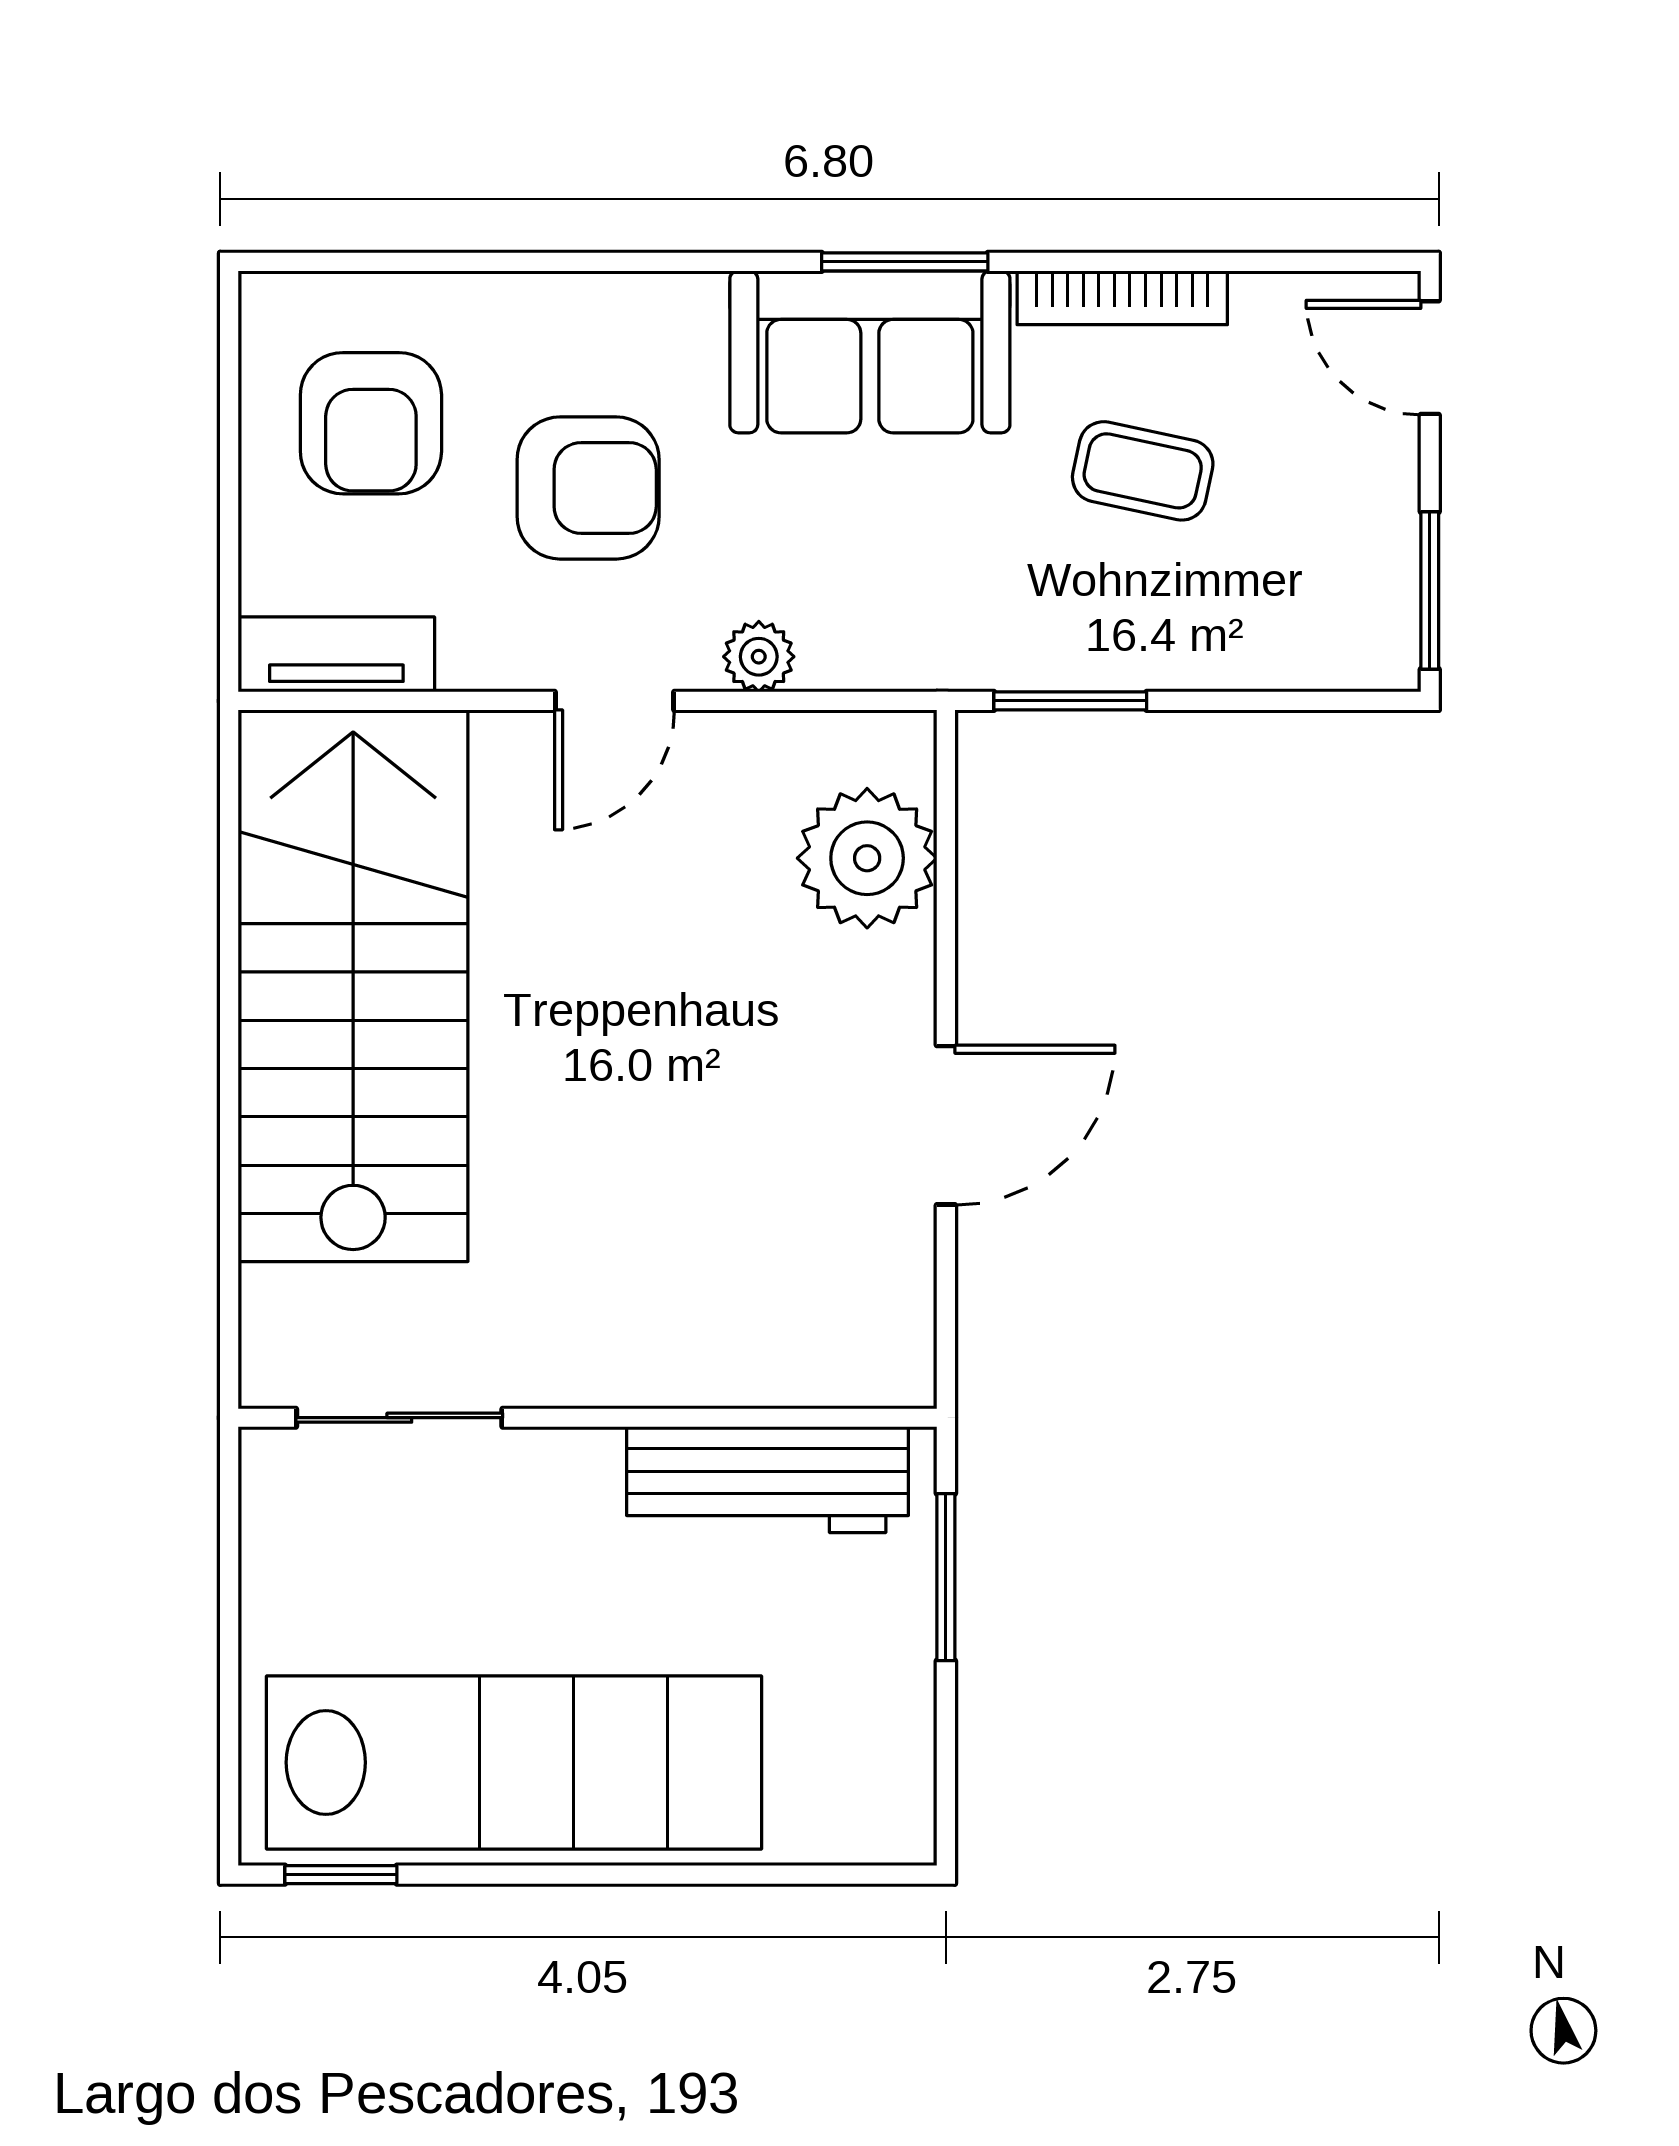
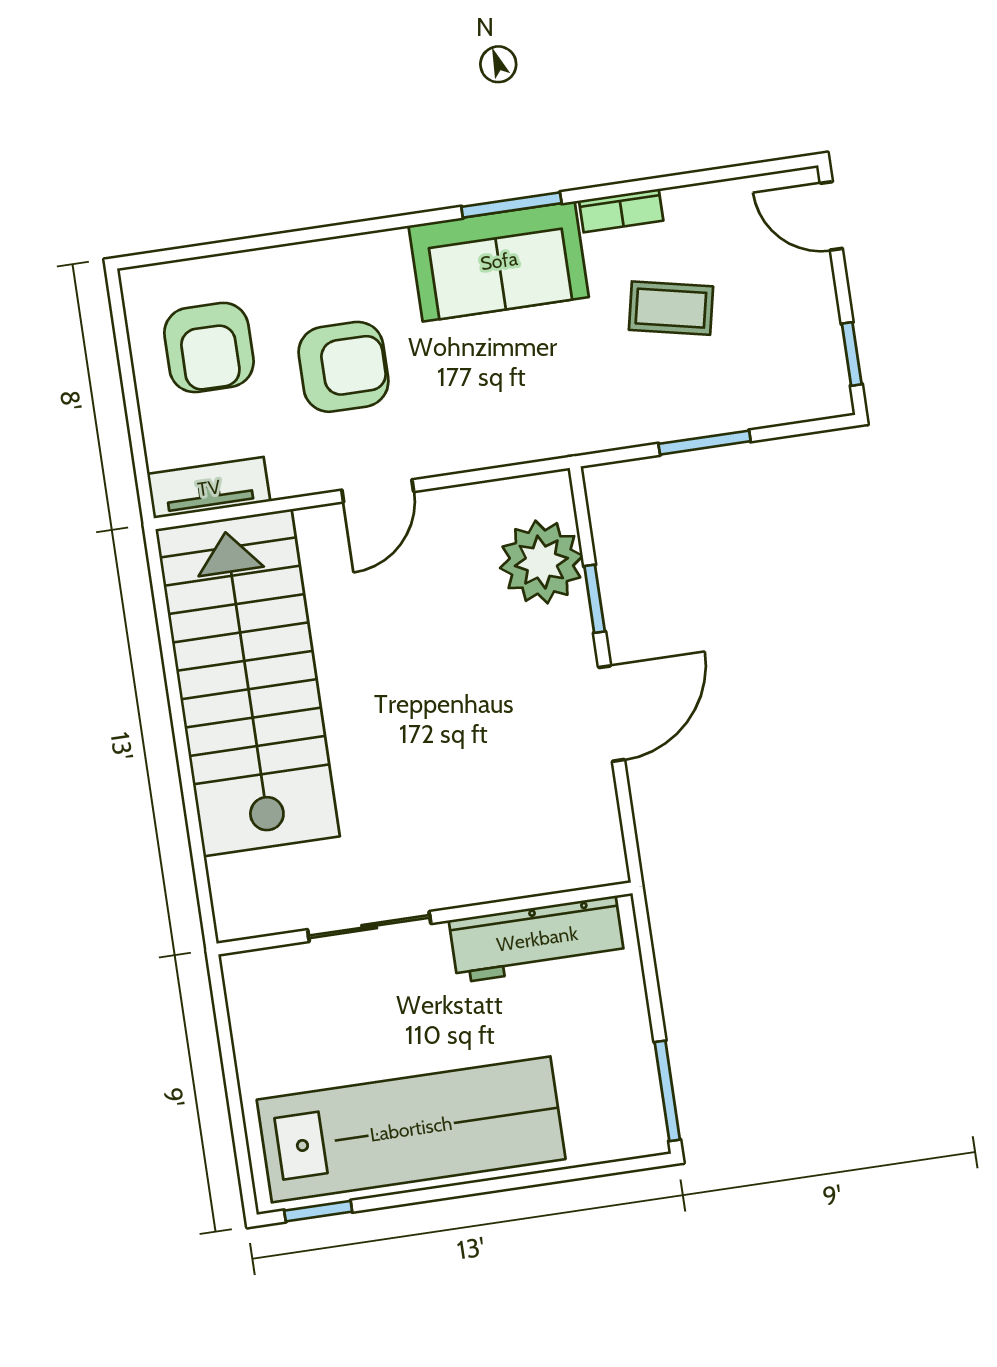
bookcase: (1122, 298) -> (621, 211), width x0.64
window: (1430, 591) -> (852, 354), width x0.67
plant: (759, 657) -> (459, 452), removed
window: (1070, 701) -> (705, 443), moved
window: (946, 932) -> (595, 599), added
sliding door: (399, 1418) -> (369, 927), moved
window: (946, 1577) -> (667, 1091), moved

